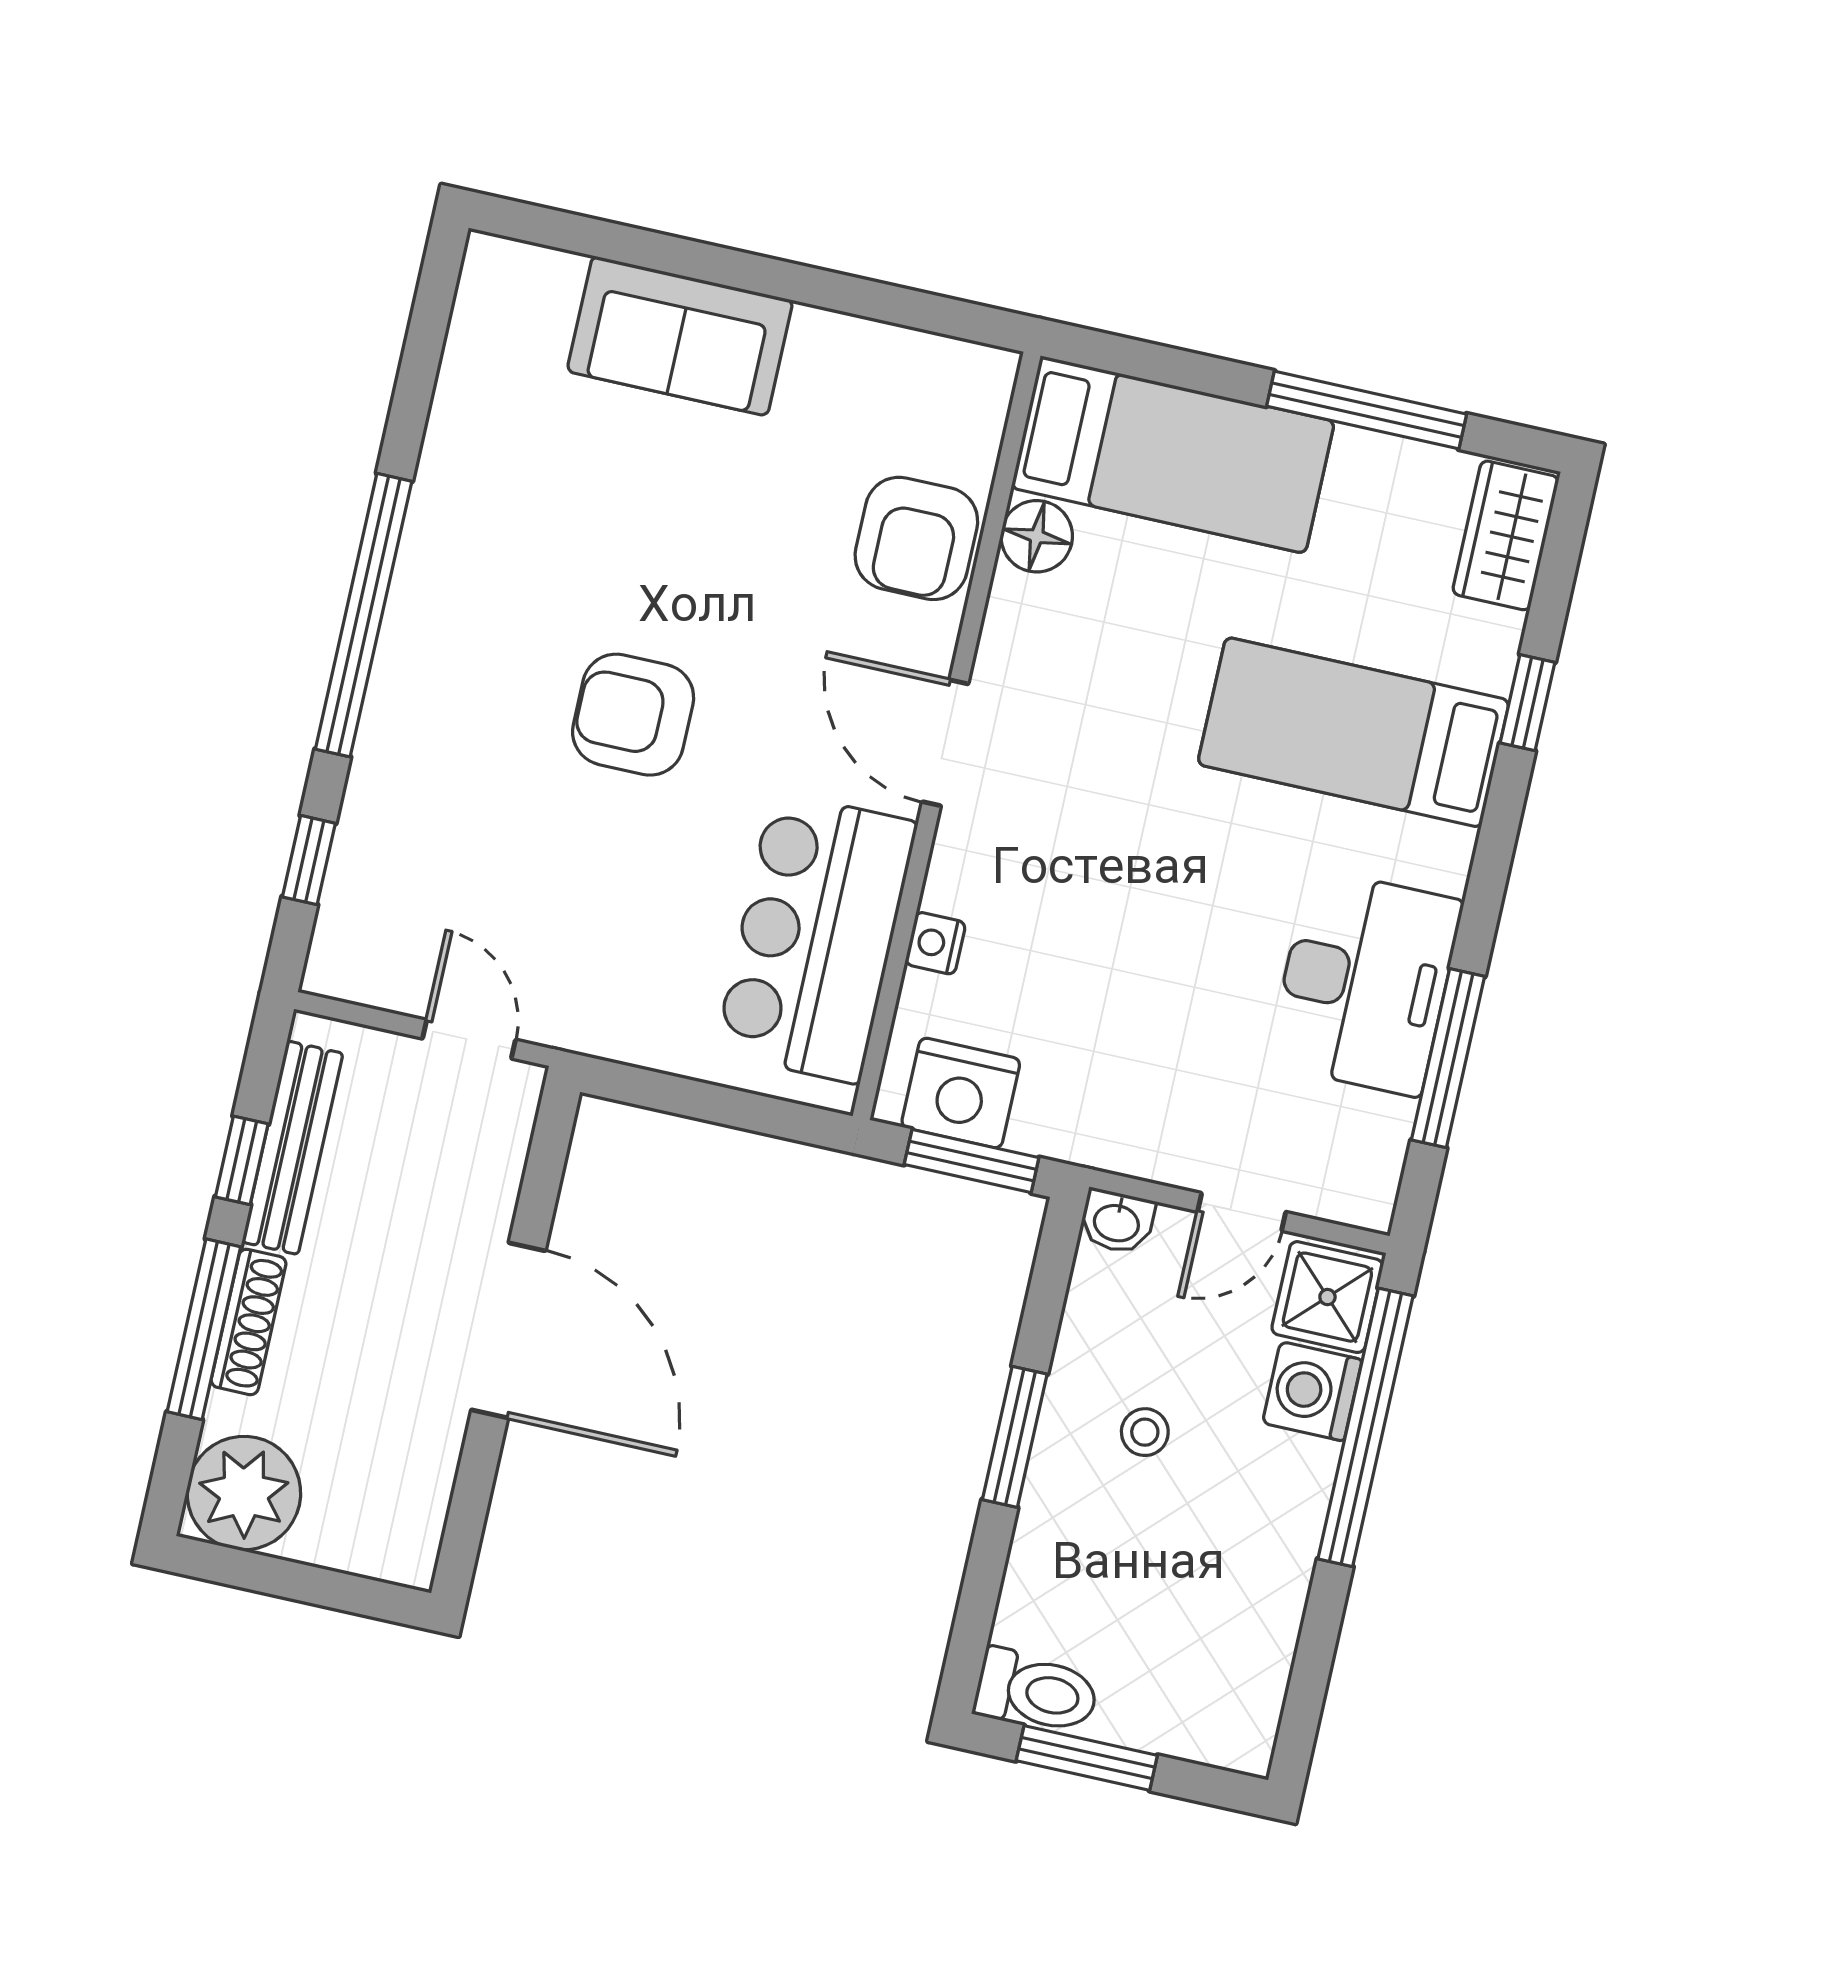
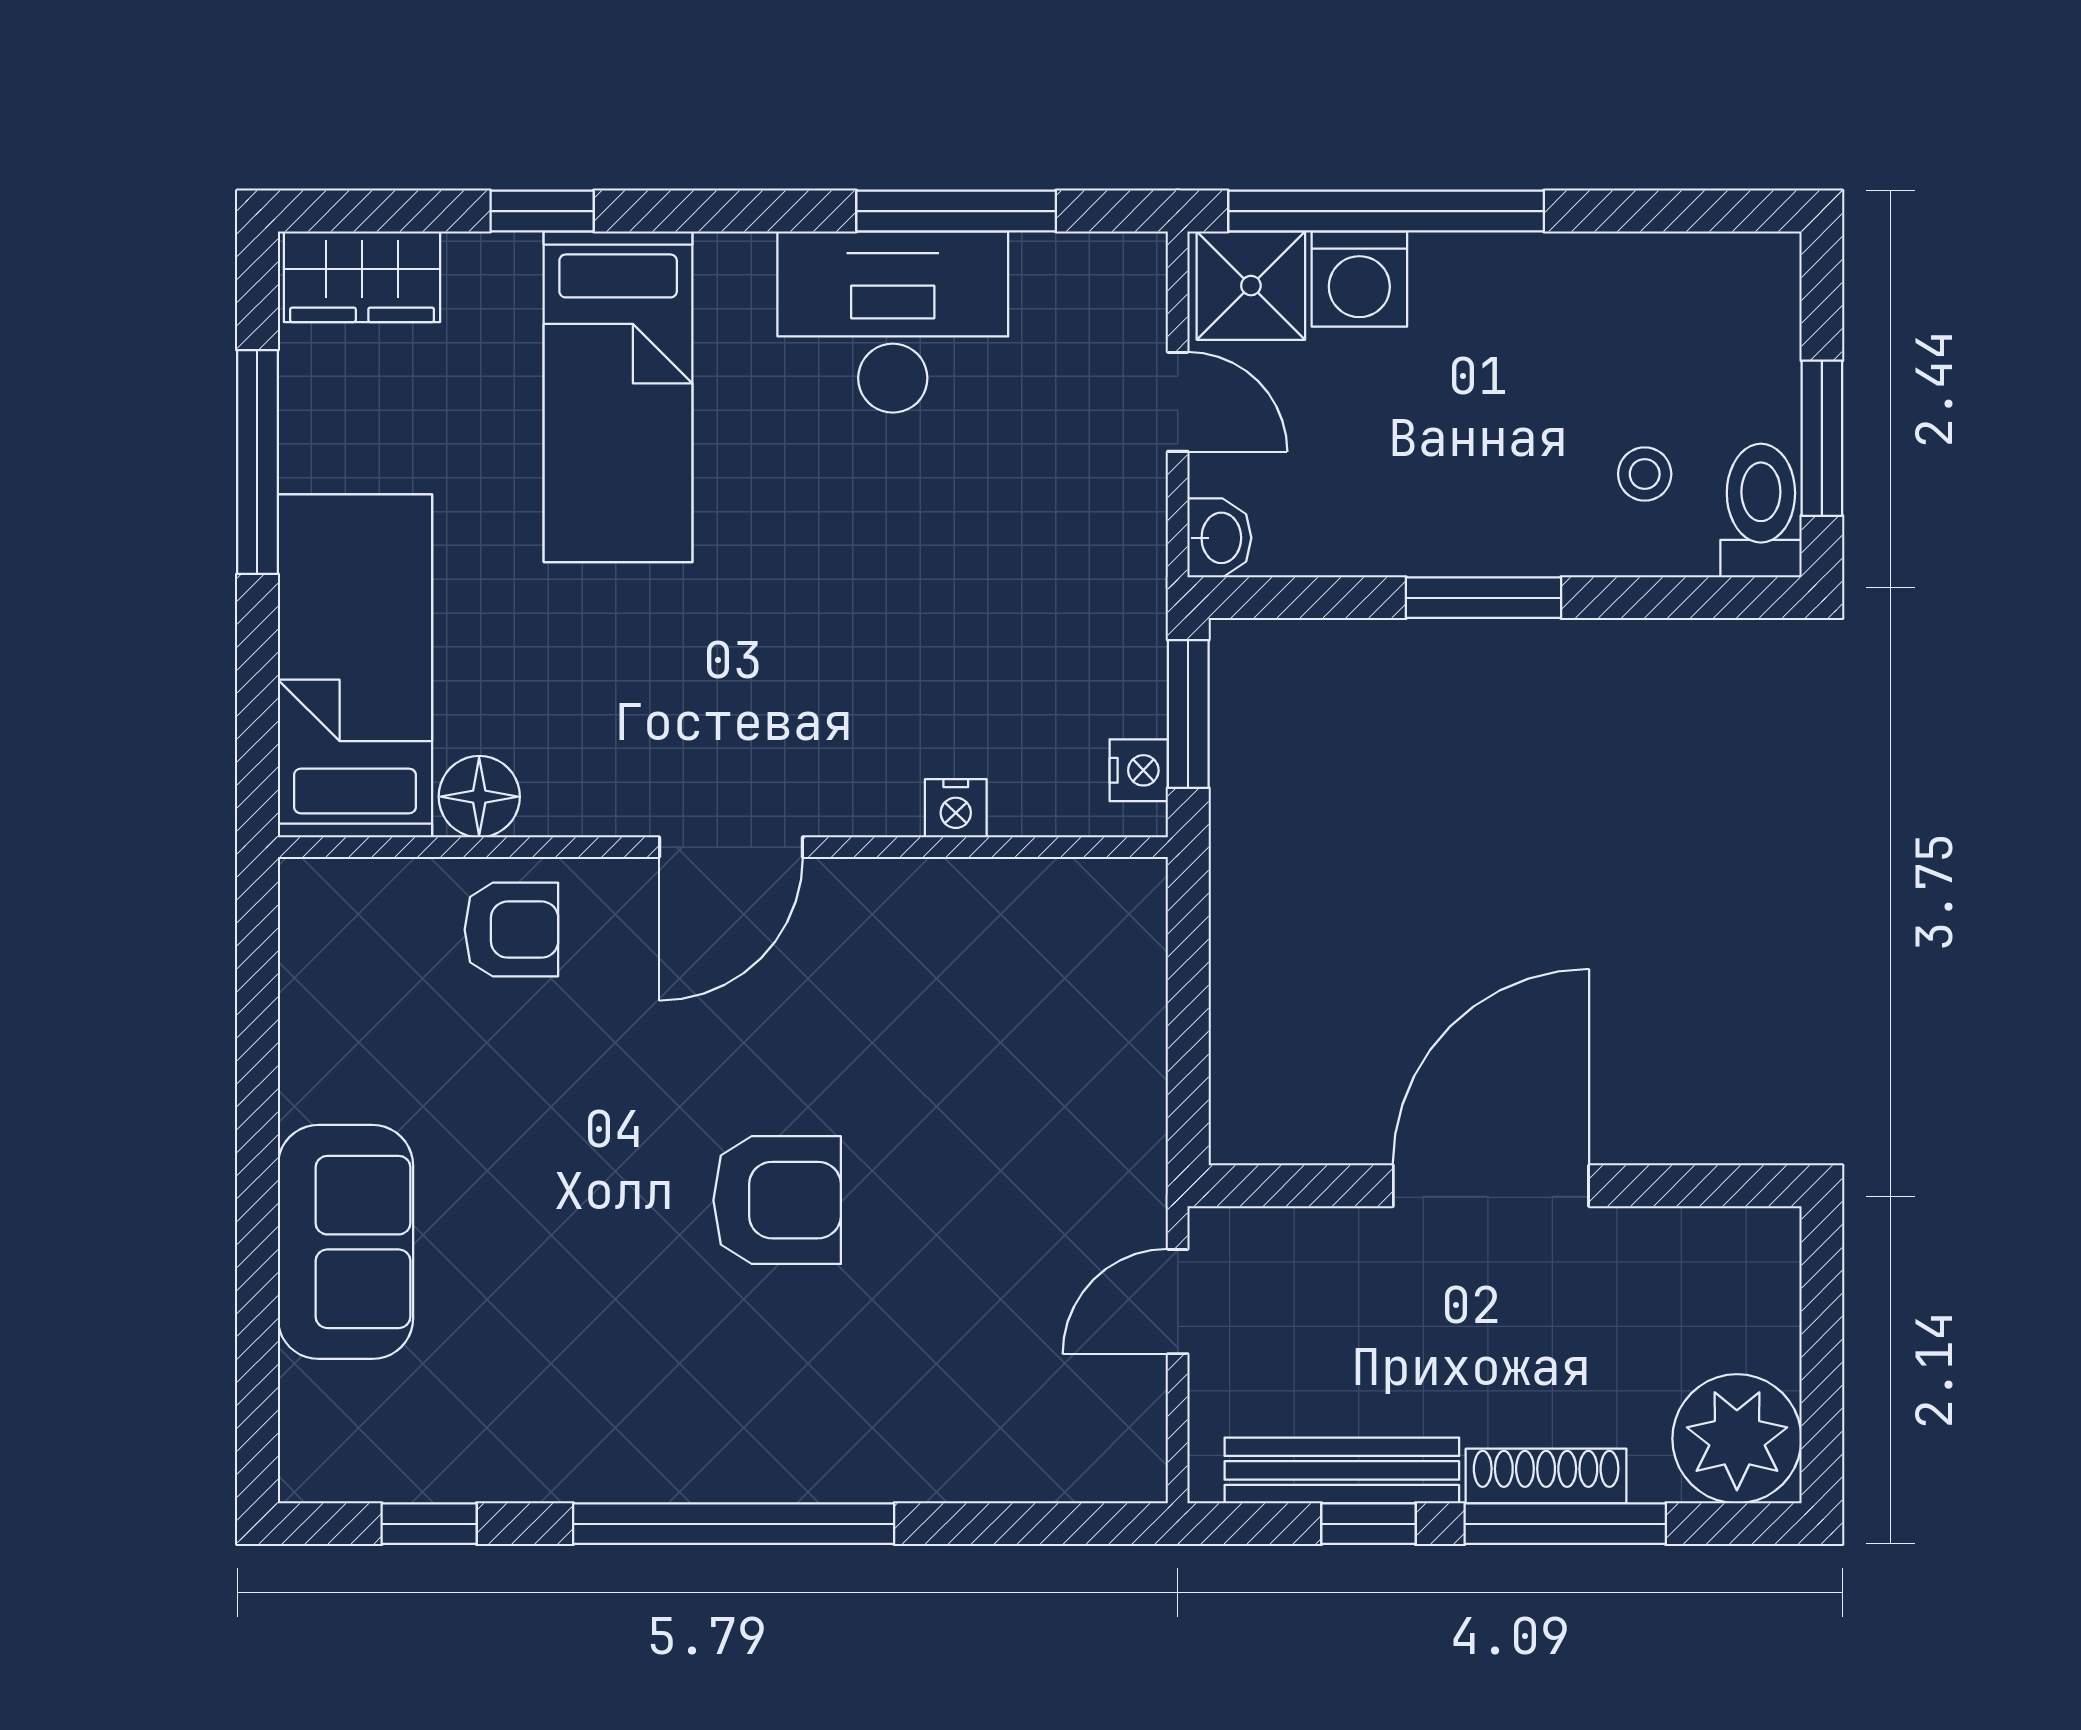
armchair: (916, 538) -> (511, 930), width x0.72, depth x0.72
armchair: (633, 715) -> (777, 1200), turned -90
window: (309, 860) -> (429, 1524), moved
bar counter: (816, 938) -> (979, 942), removed
nightstand: (961, 1093) -> (1139, 770), width x0.53, depth x0.56
stool: (1145, 1432) -> (1645, 474), moved

